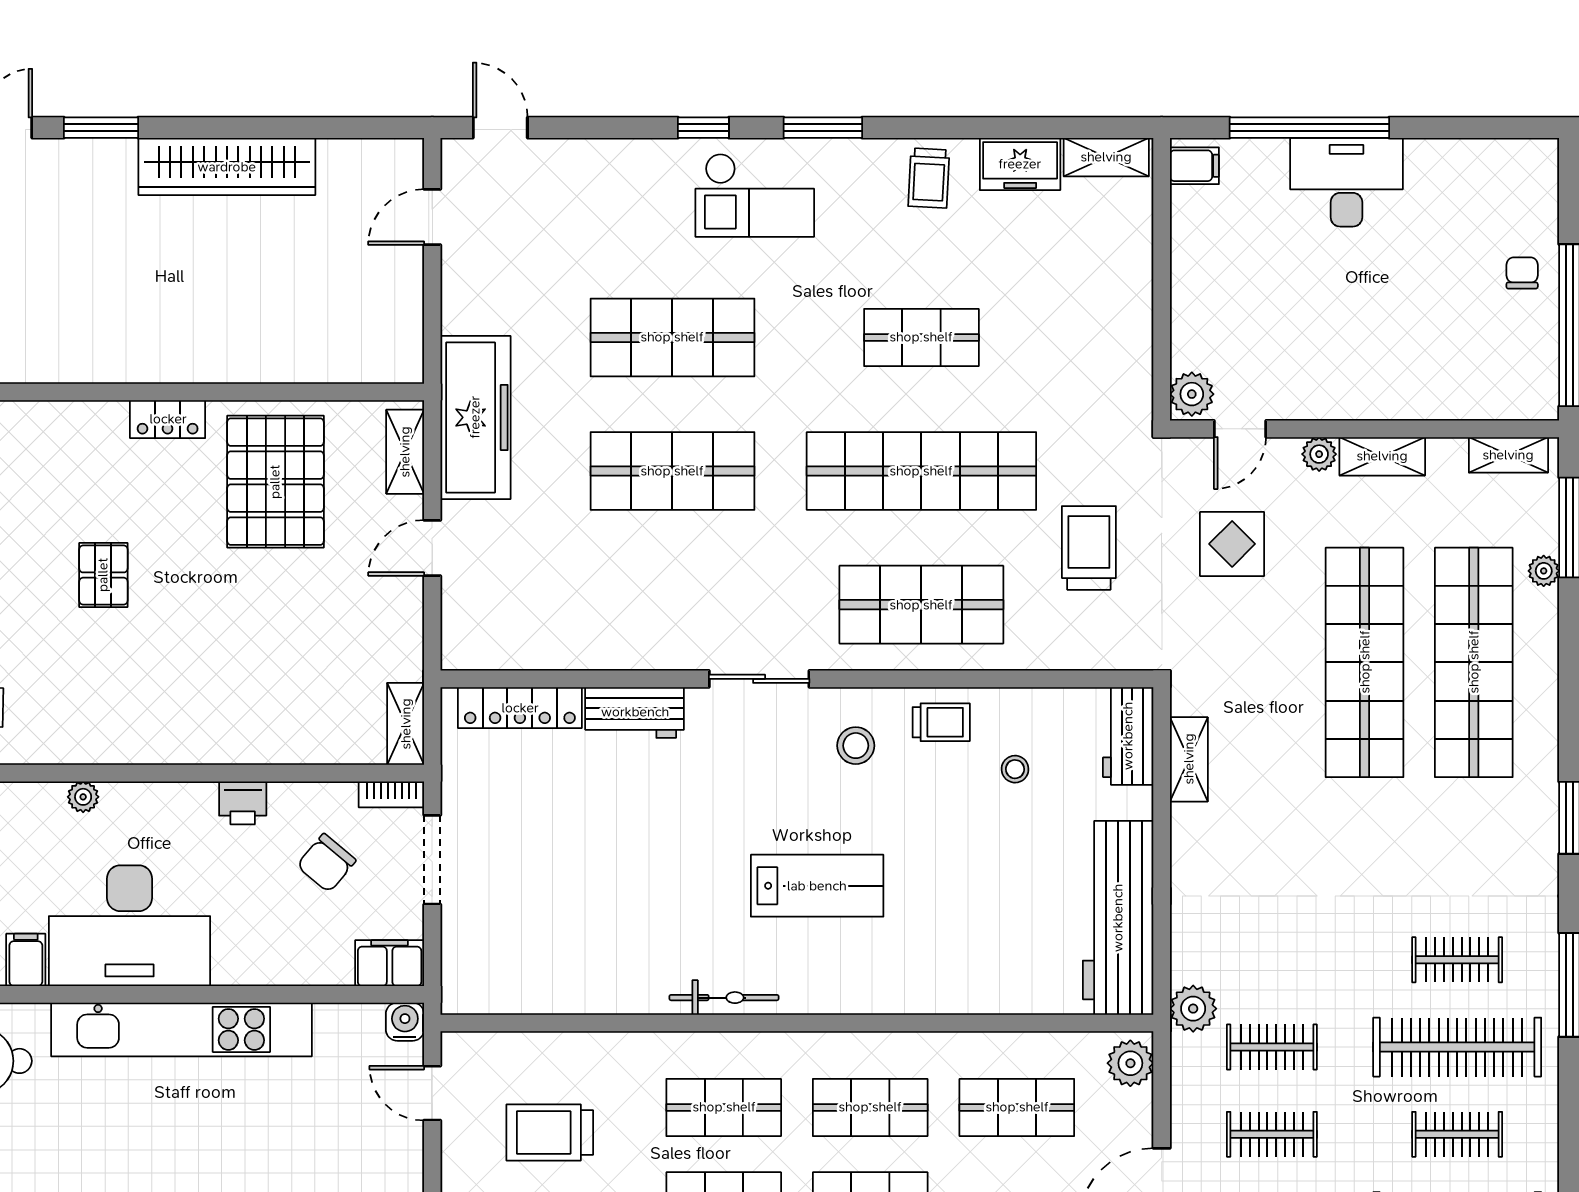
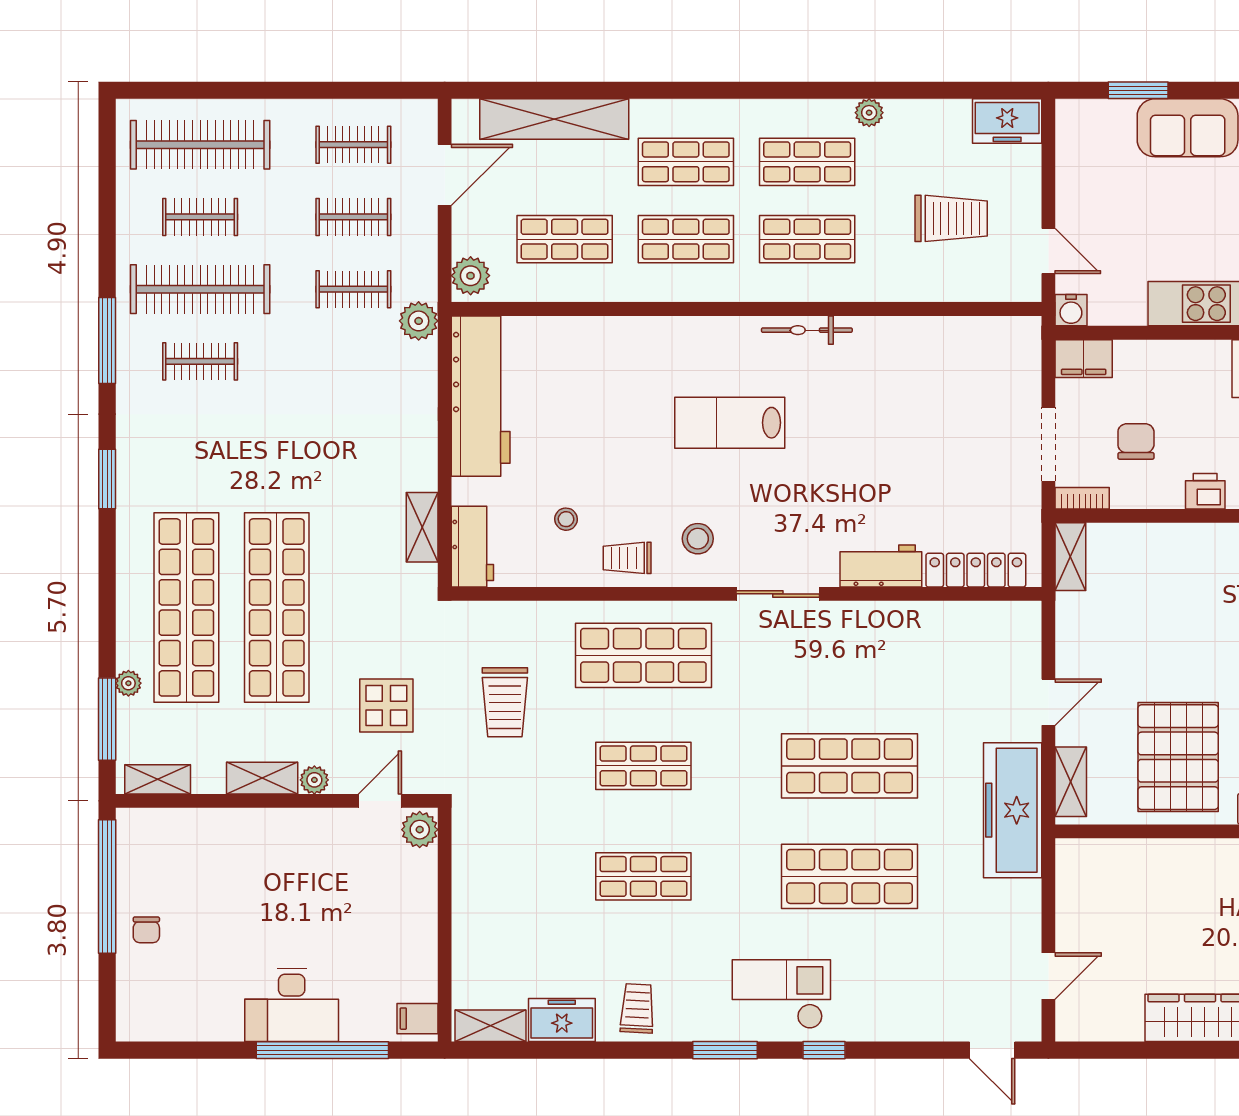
shop shelf: (921, 471) -> (643, 766), width x0.50, depth x0.74
chair: (326, 863) -> (1136, 442), turned -40

